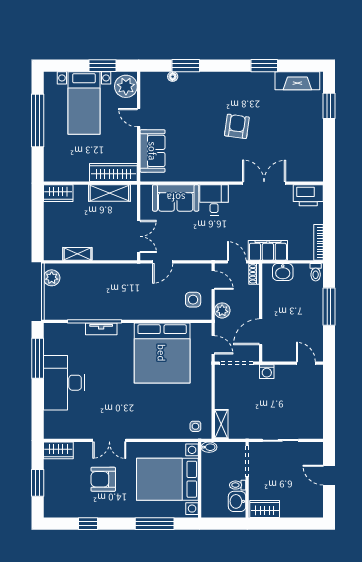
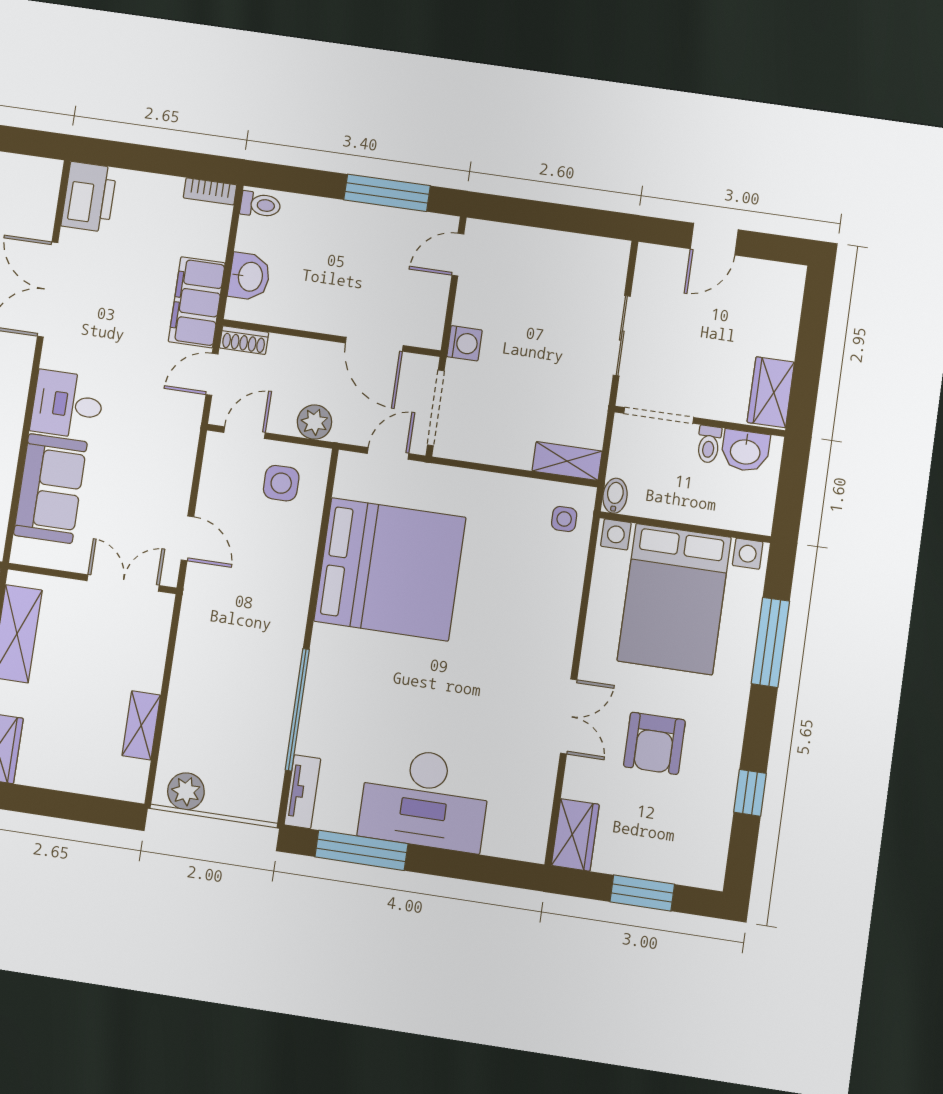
bookcase: (318, 242) -> (210, 191), width x0.64
window: (329, 307) -> (387, 193), moved
tv unit: (101, 329) -> (302, 792), moved

